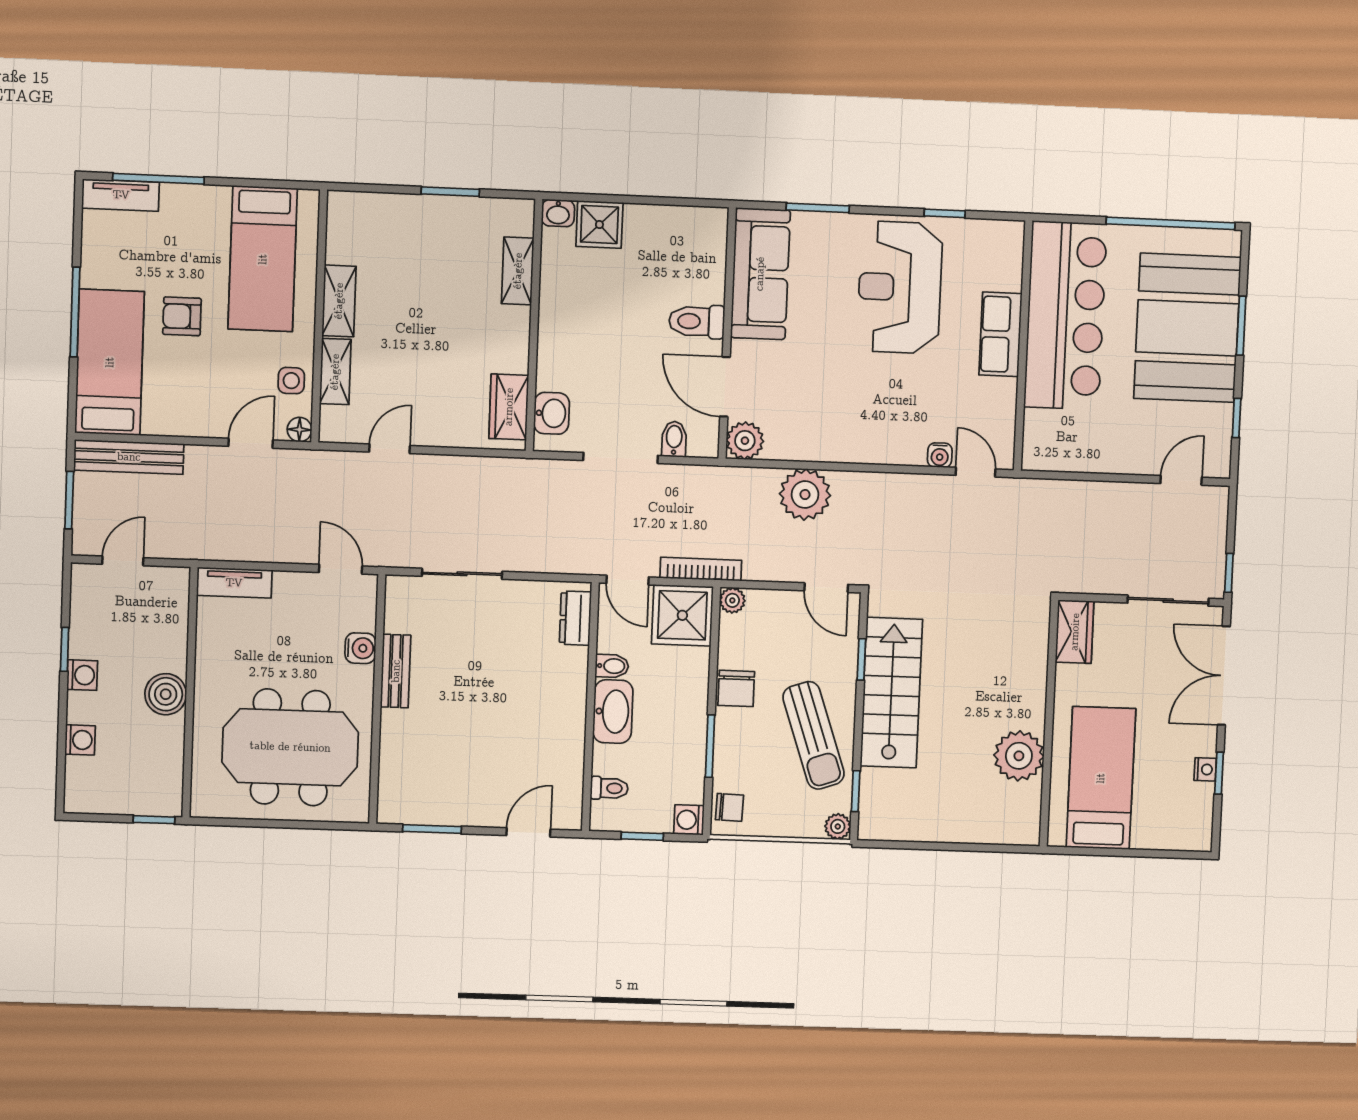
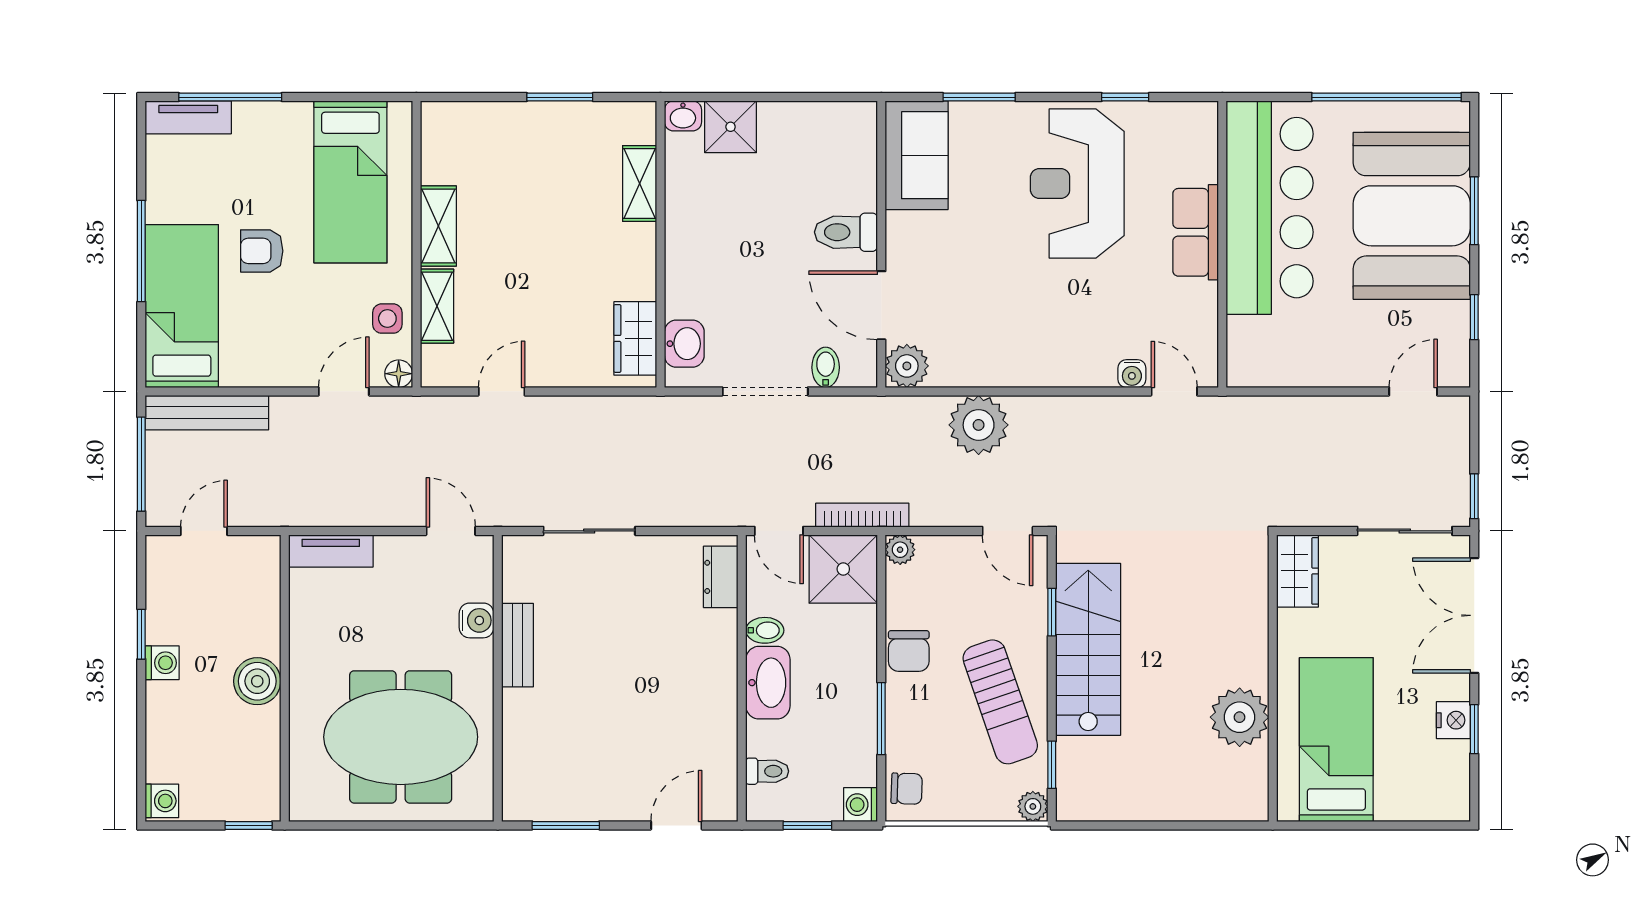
sofa: (760, 274) -> (917, 155), width x0.73
window: (69, 500) -> (141, 464), width x1.44
washing machine: (80, 740) -> (162, 801), moved
nightstand: (1205, 769) -> (1453, 720), width x1.39, depth x1.35

